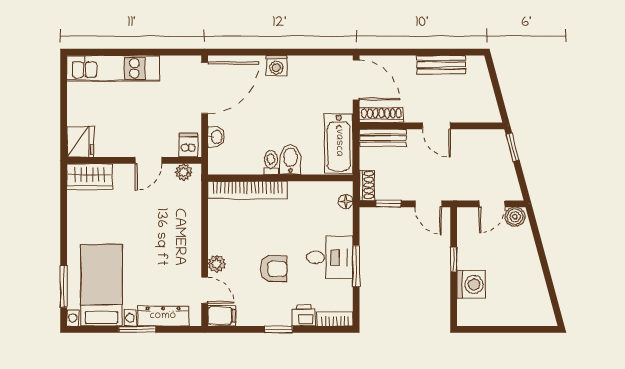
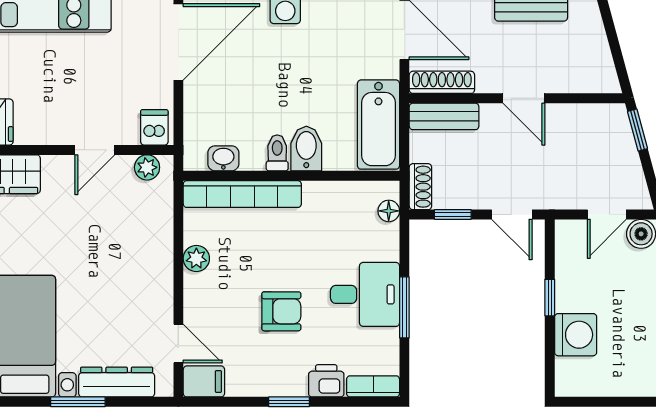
washbasin: (216, 137) -> (223, 158), moved, turned -90
plant: (217, 264) -> (196, 258), moved

